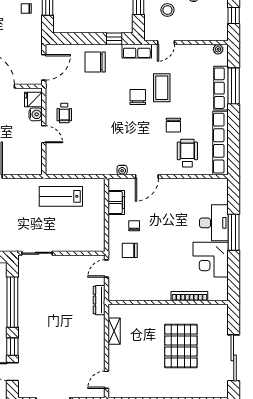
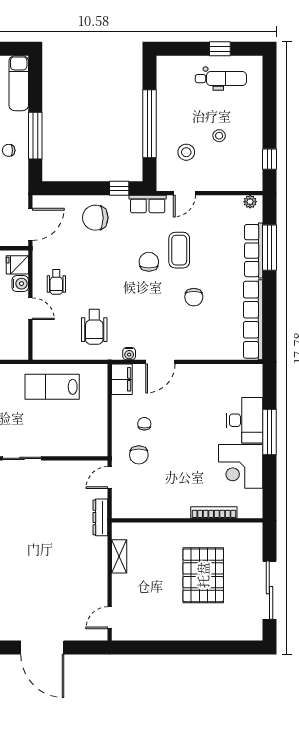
wheelchair: (187, 153) -> (94, 327), moved, turned 180
filing cabinet: (116, 203) -> (122, 379), moved
chair: (130, 250) -> (139, 455), turned -90

